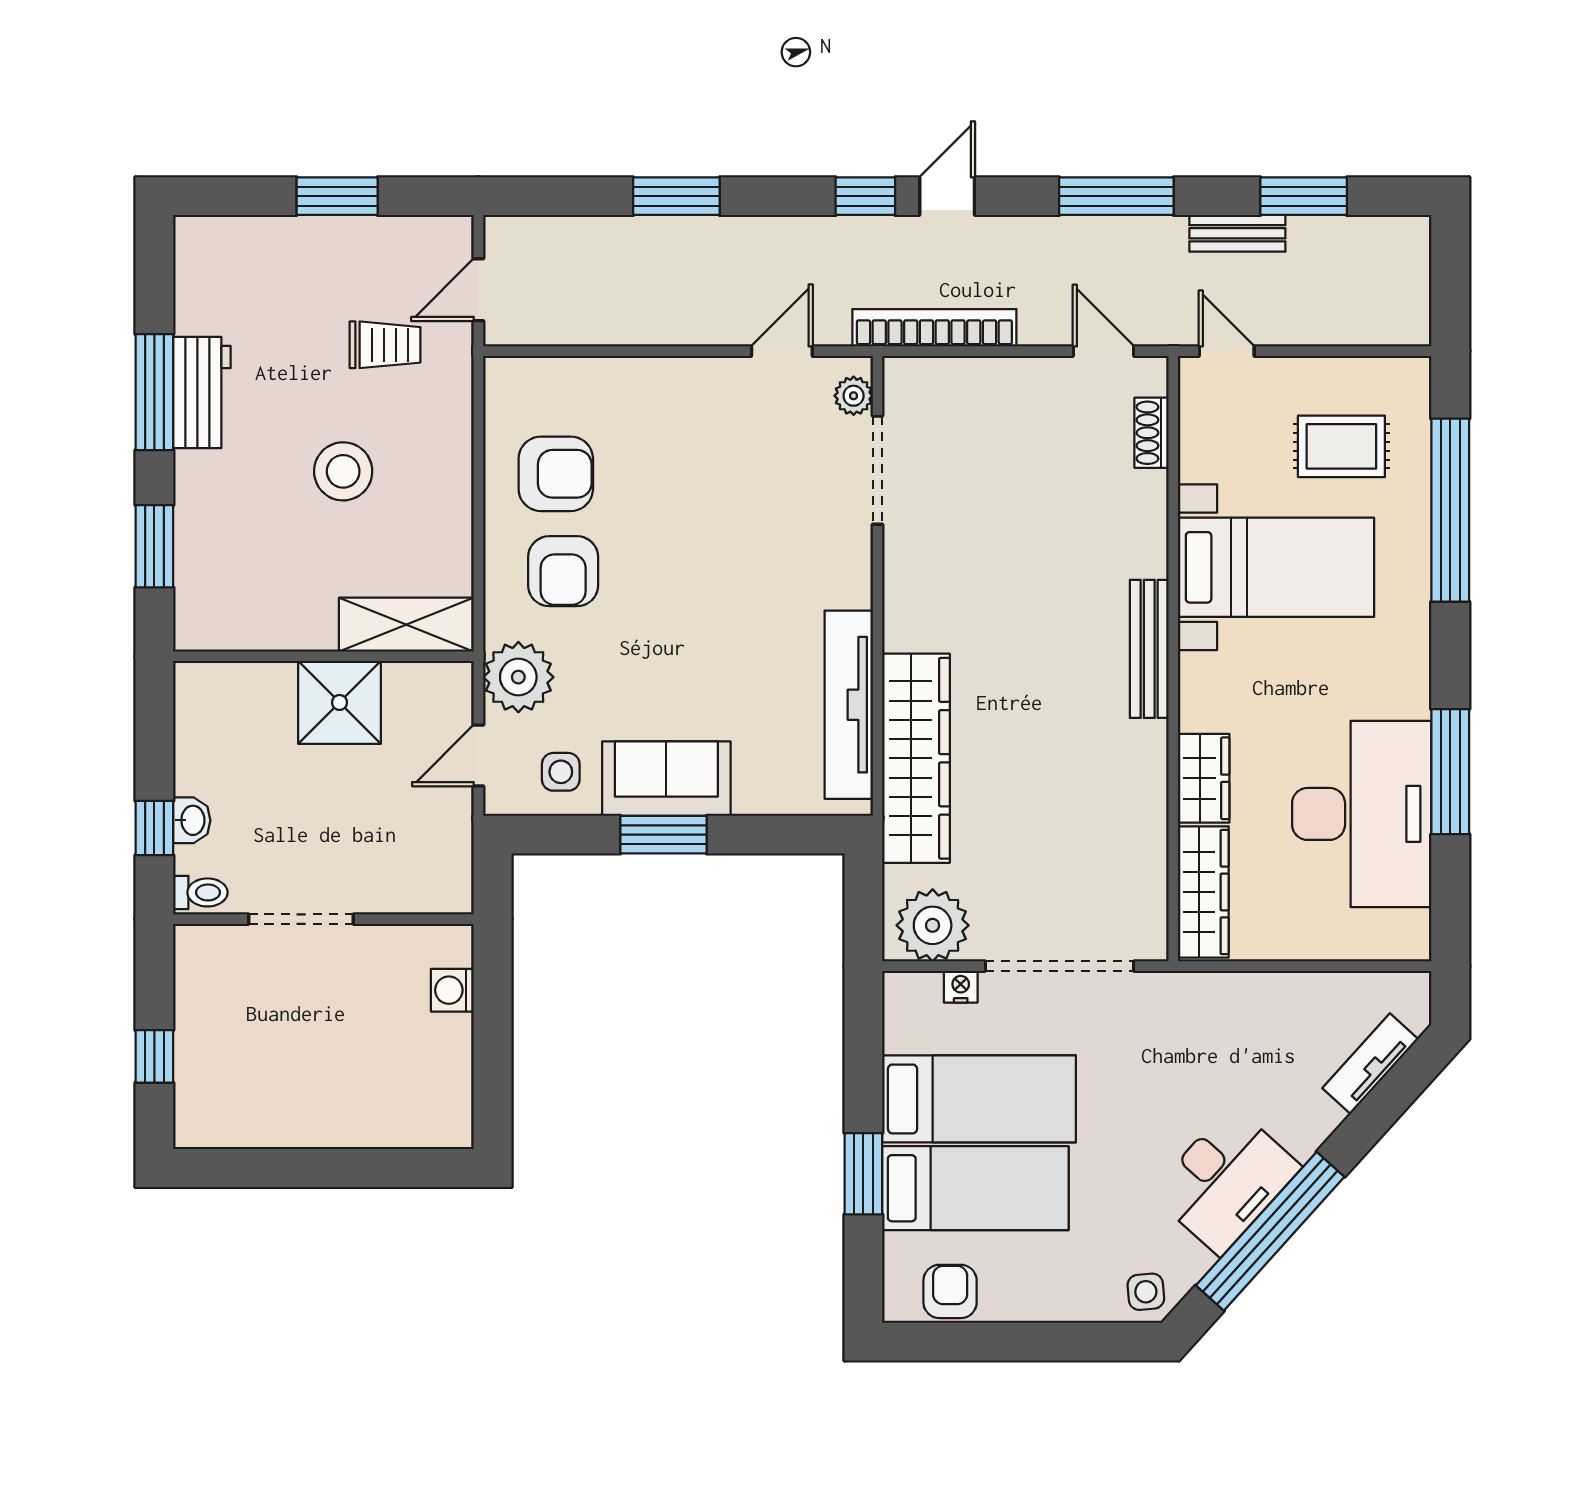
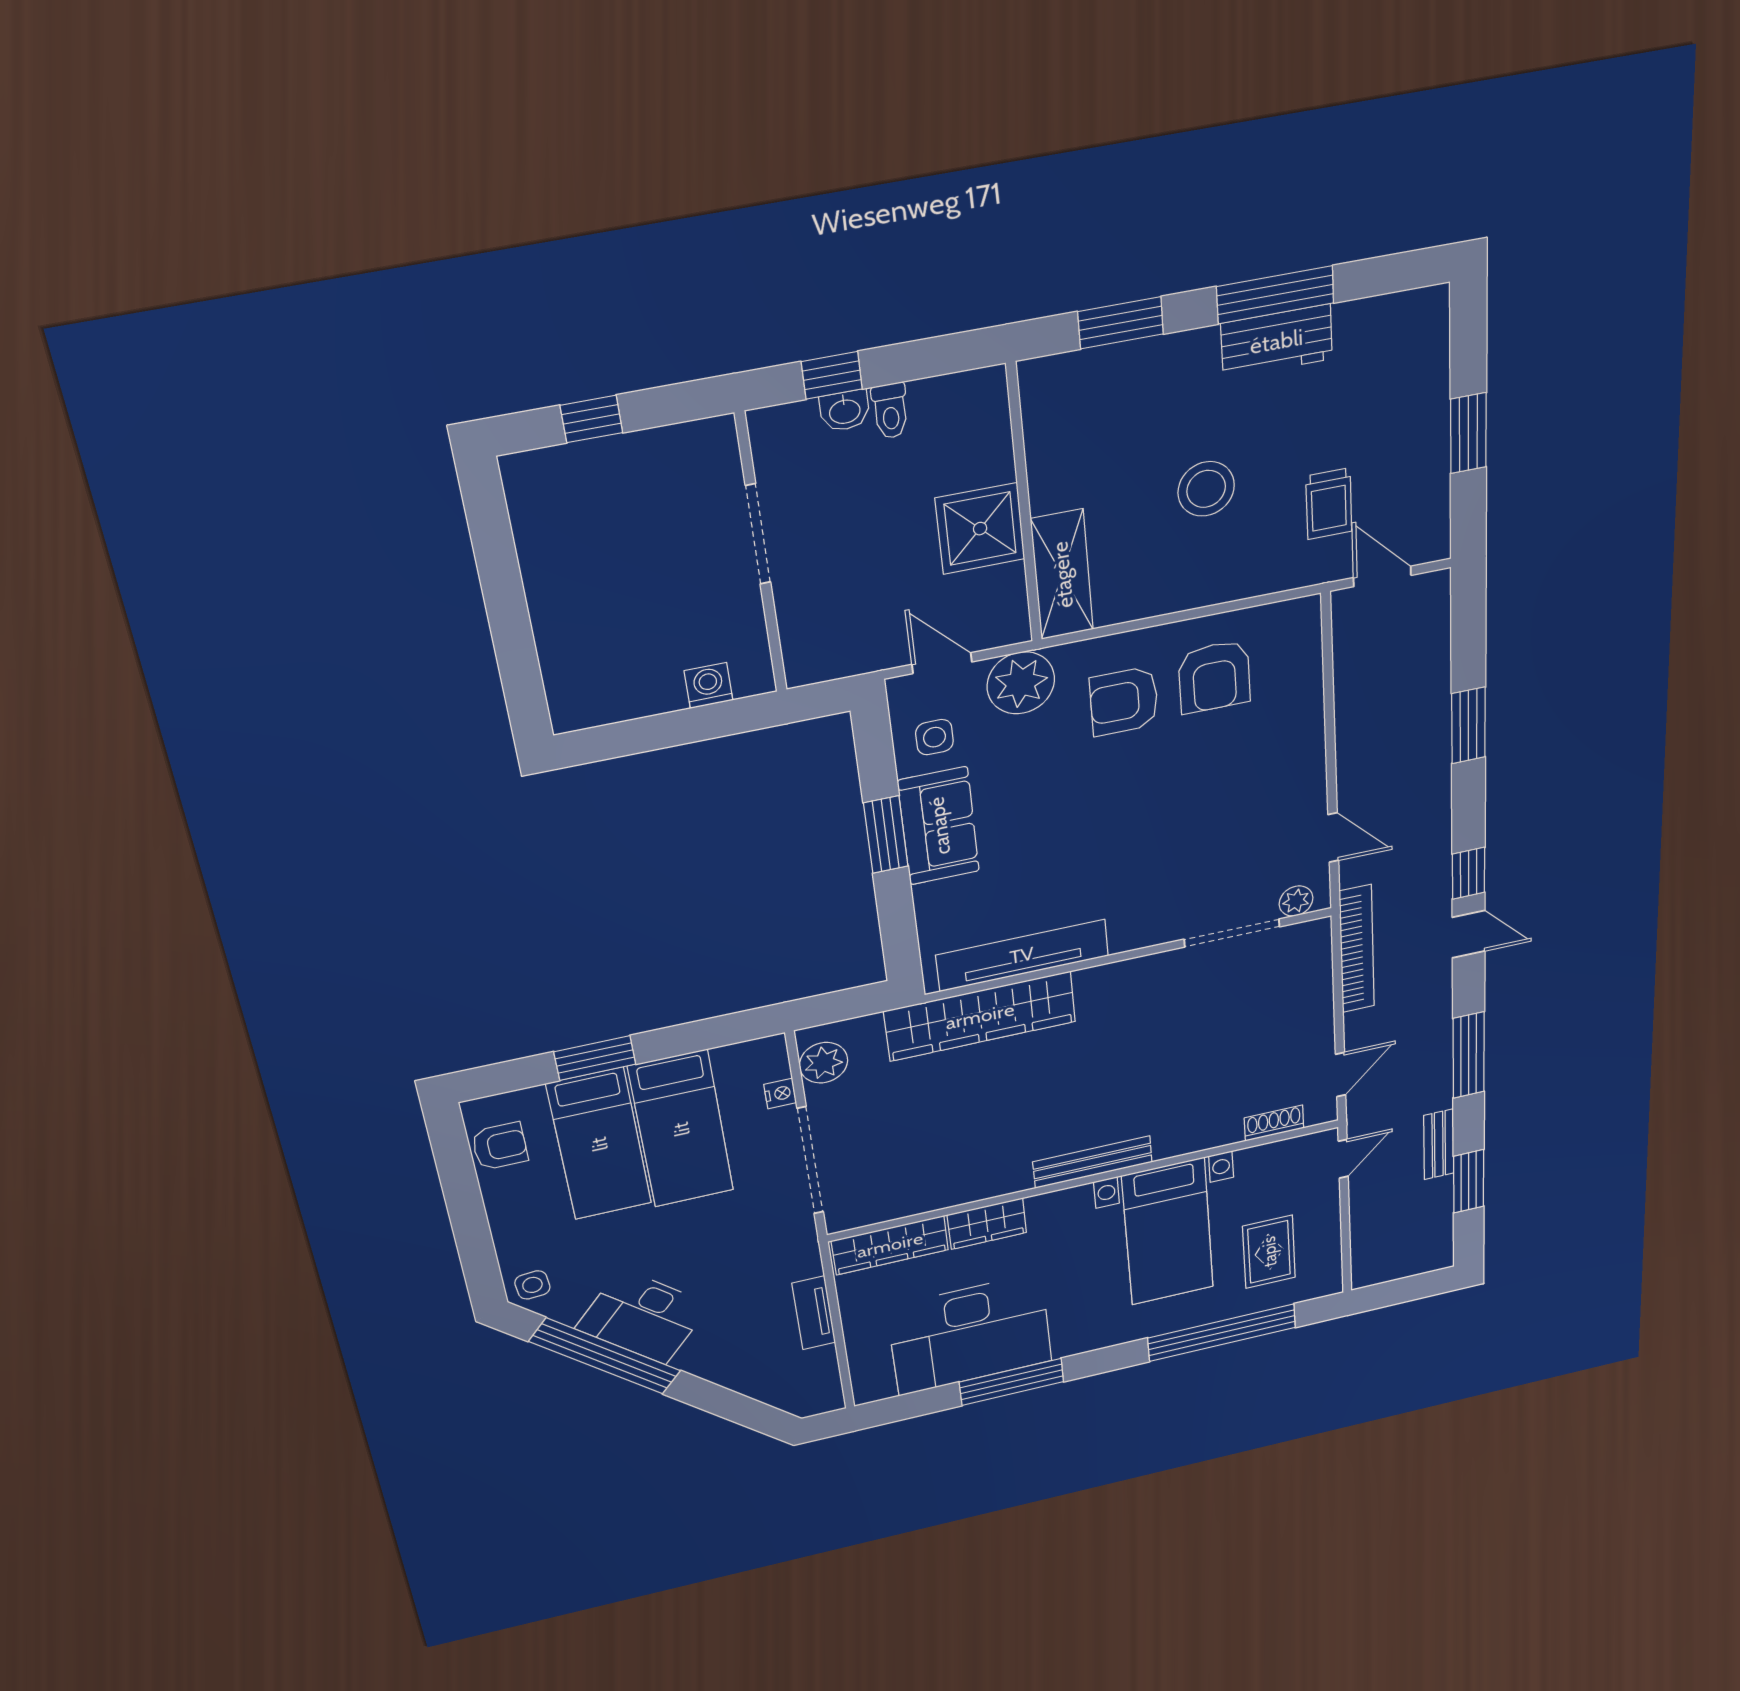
toilet: (200, 892) -> (890, 411), moved
plant: (933, 925) -> (823, 1063), width x0.73, depth x0.73
tv unit: (1370, 1064) -> (814, 1313), moved, turned -132

